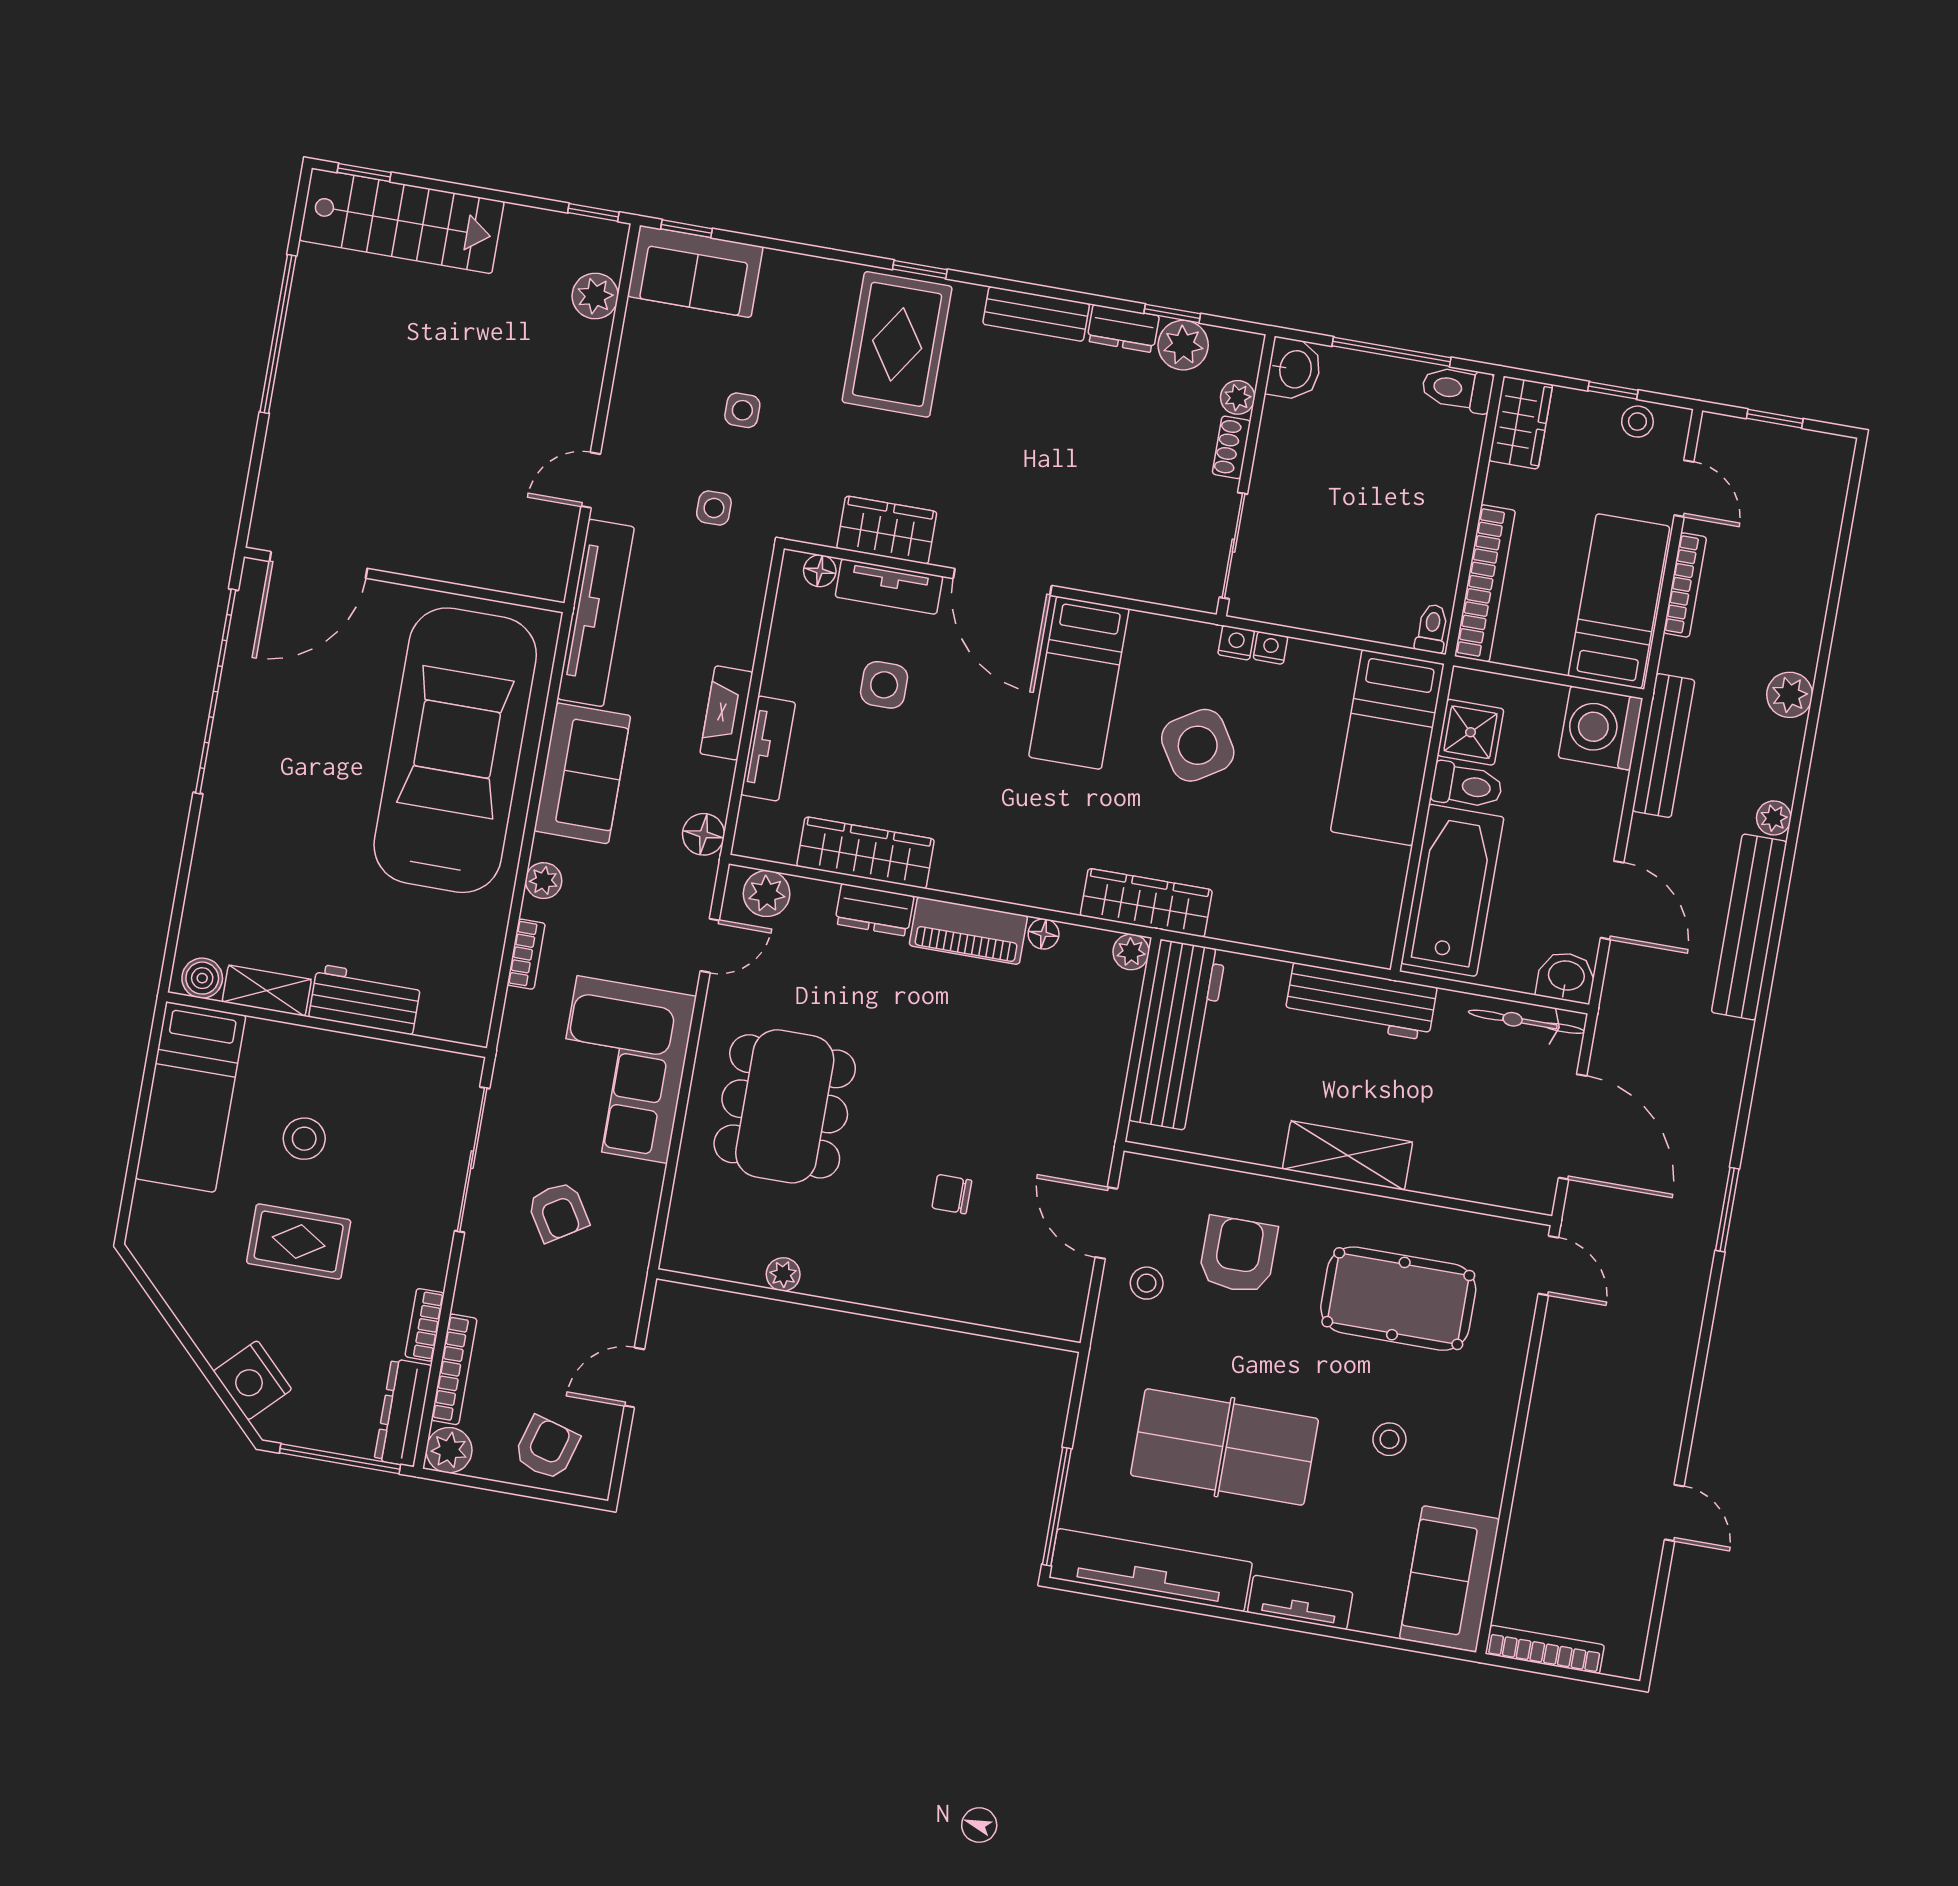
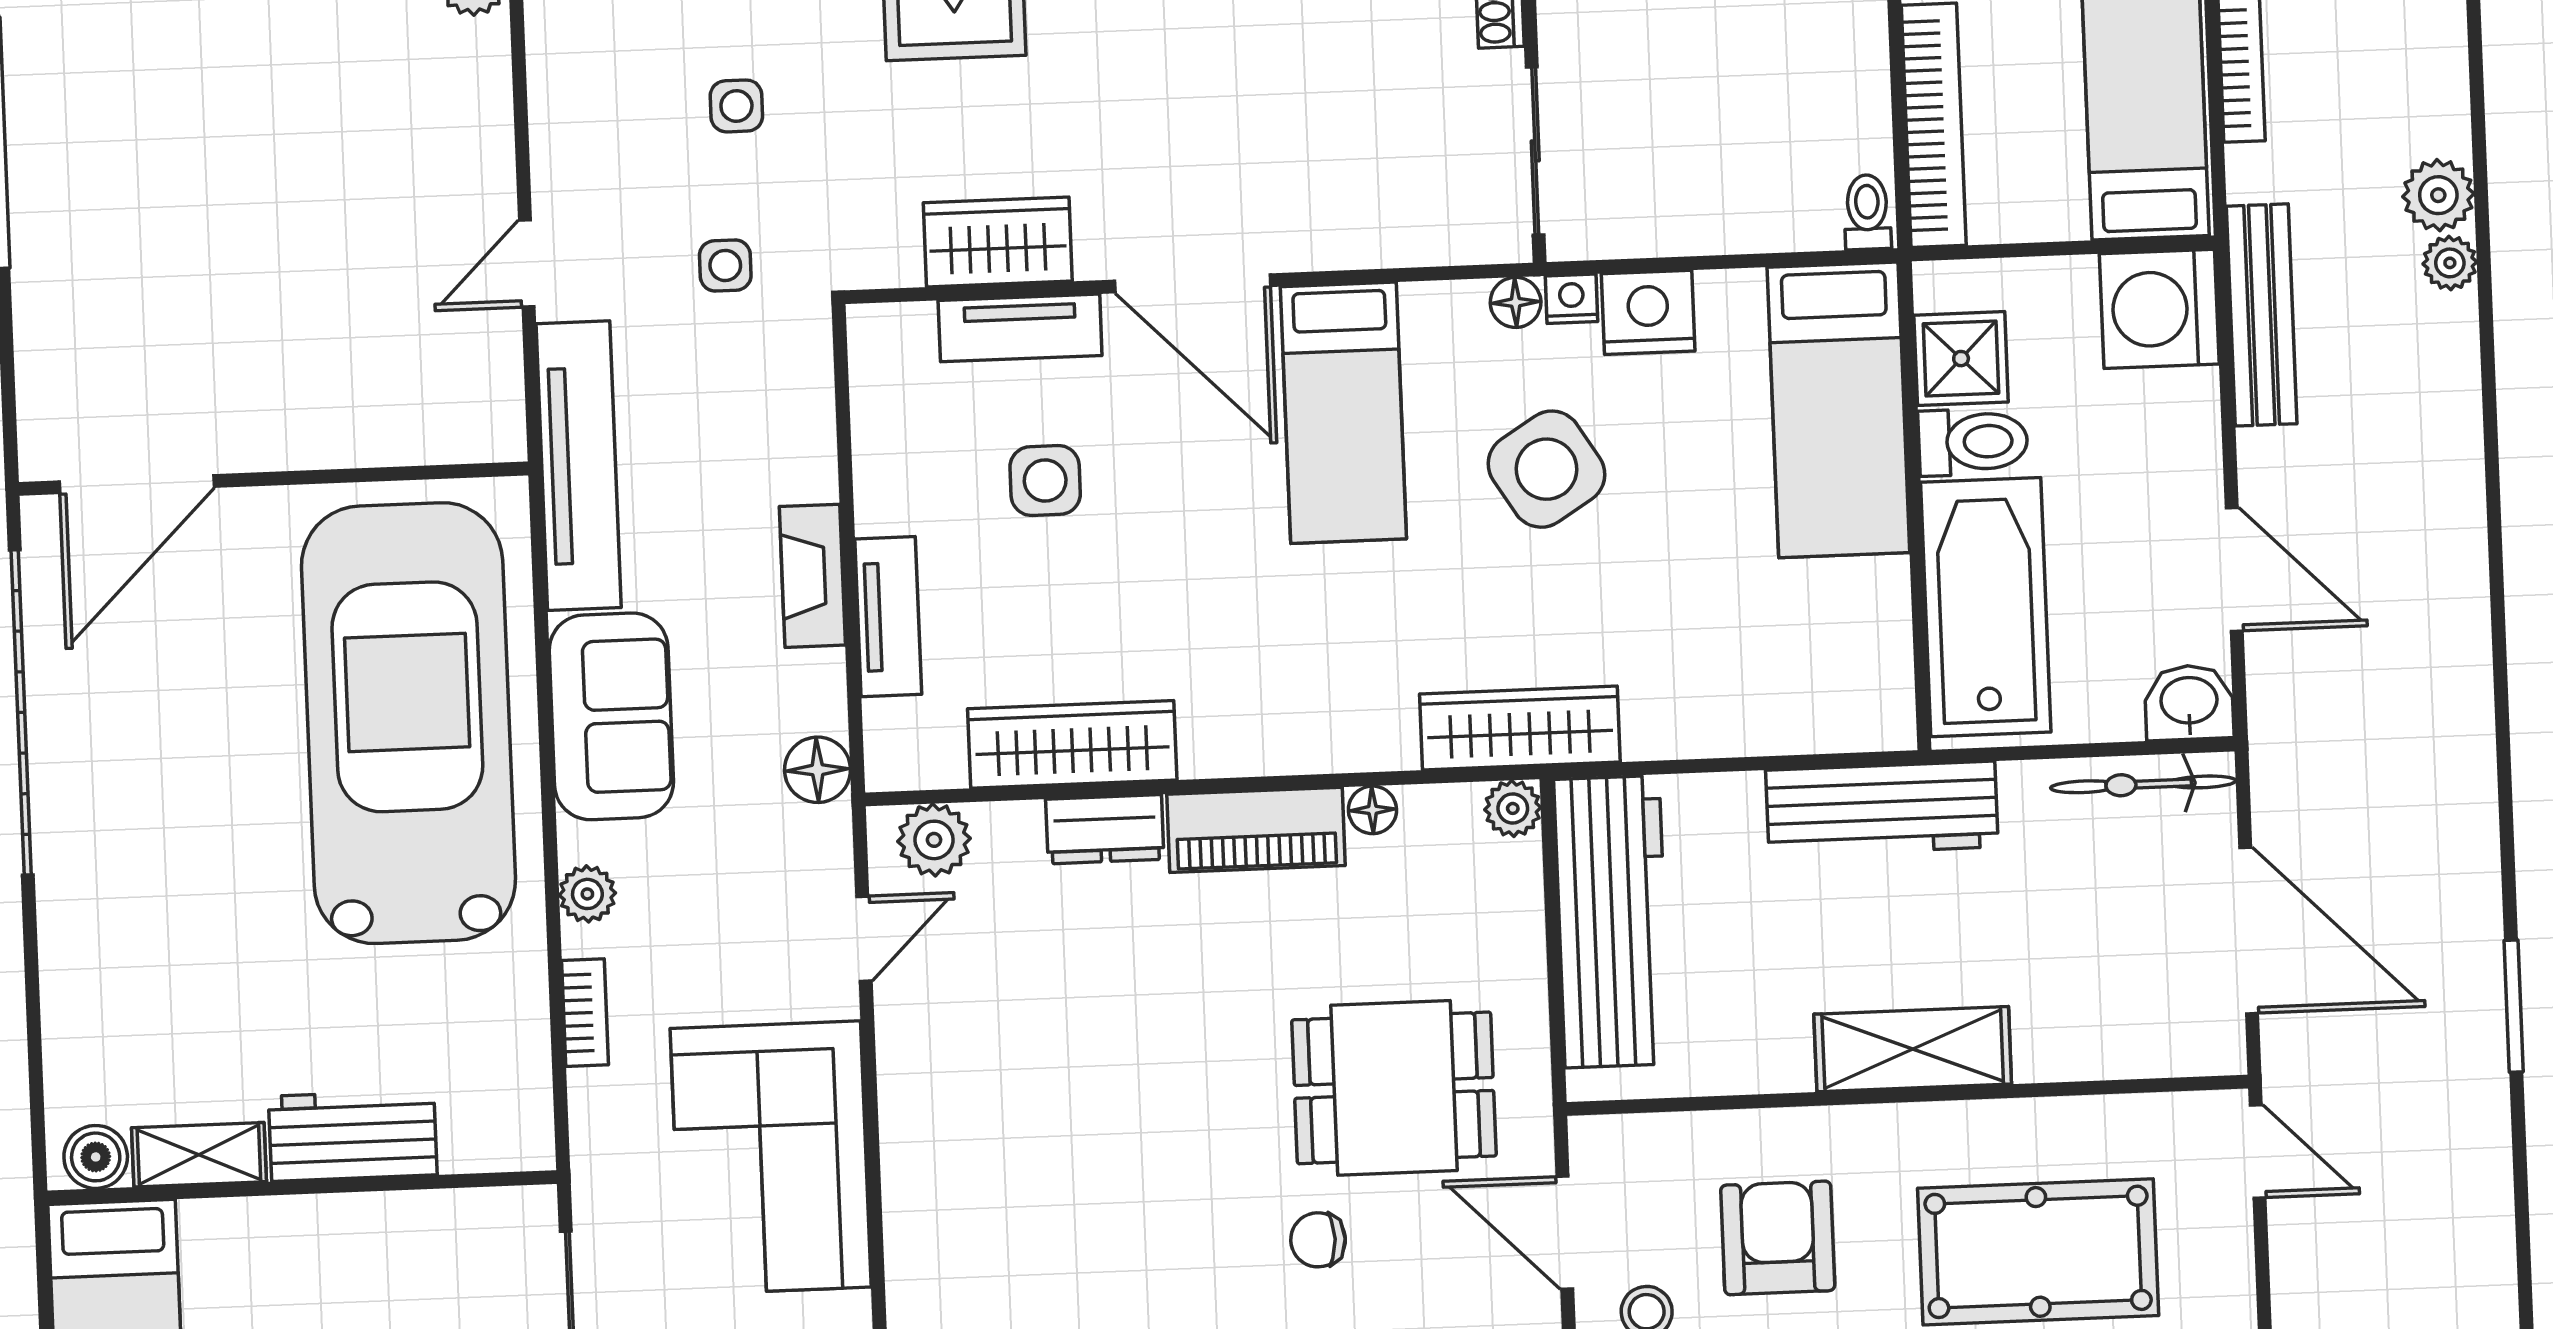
floor lamp: (820, 571) -> (1516, 302), moved
nightstand: (1271, 648) -> (1648, 312), width x1.89, depth x1.79
plant: (1774, 818) -> (2450, 263), moved
bench: (1749, 927) -> (2453, 565), removed
dining table: (785, 1106) -> (1394, 1088), moved, width x0.73

